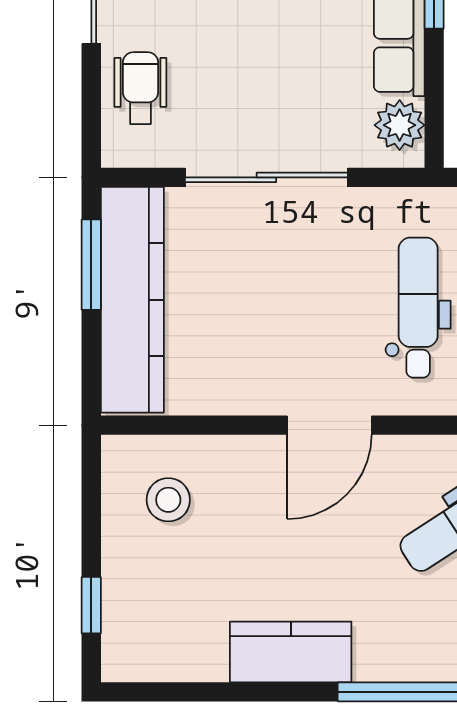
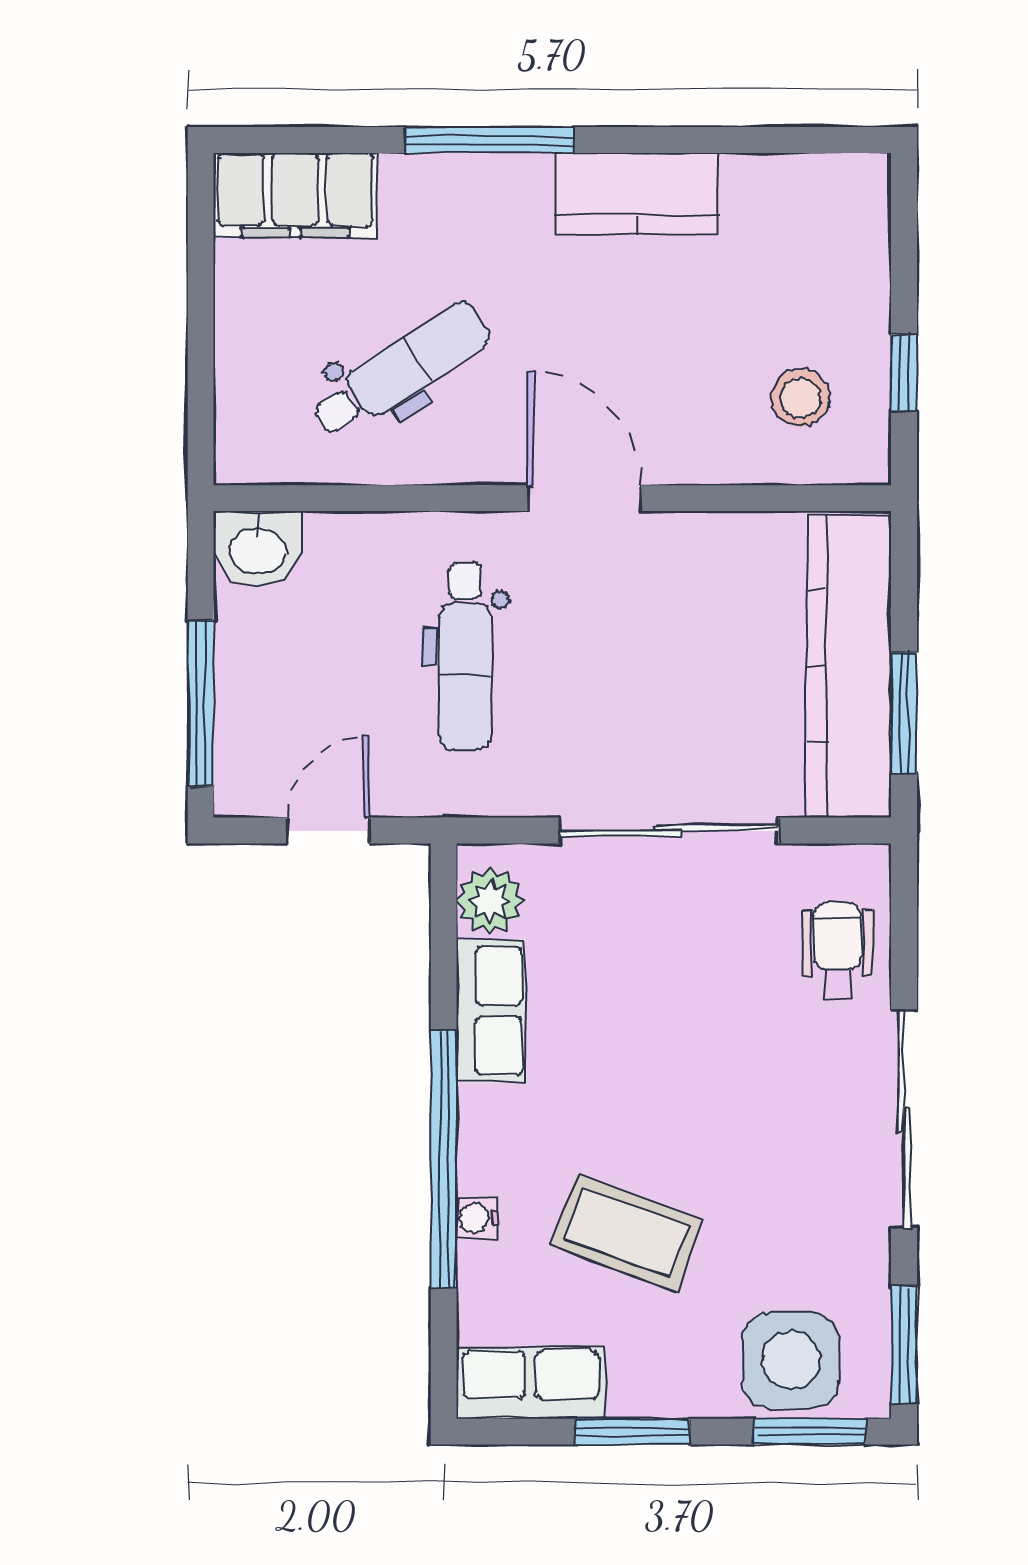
wheelchair: (140, 88) -> (838, 951), turned 180
door: (329, 425) -> (584, 498), hinge flipped
window: (91, 605) -> (904, 373), moved

